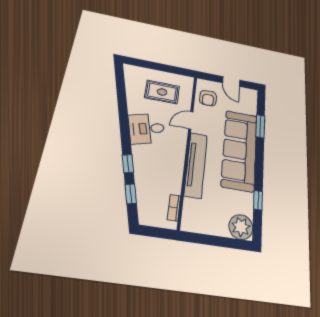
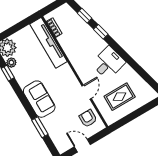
sofa: (240, 150) -> (39, 99), width x0.54, depth x0.79
tv unit: (196, 165) -> (48, 43), moved
plant: (247, 208) -> (11, 63), added

